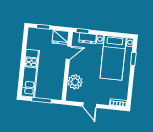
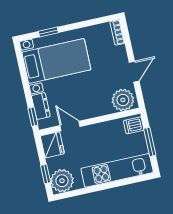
plant: (35, 36) -> (62, 181), added
plant: (75, 82) -> (123, 100), moved
dishwasher: (55, 93) -> (134, 125), added

